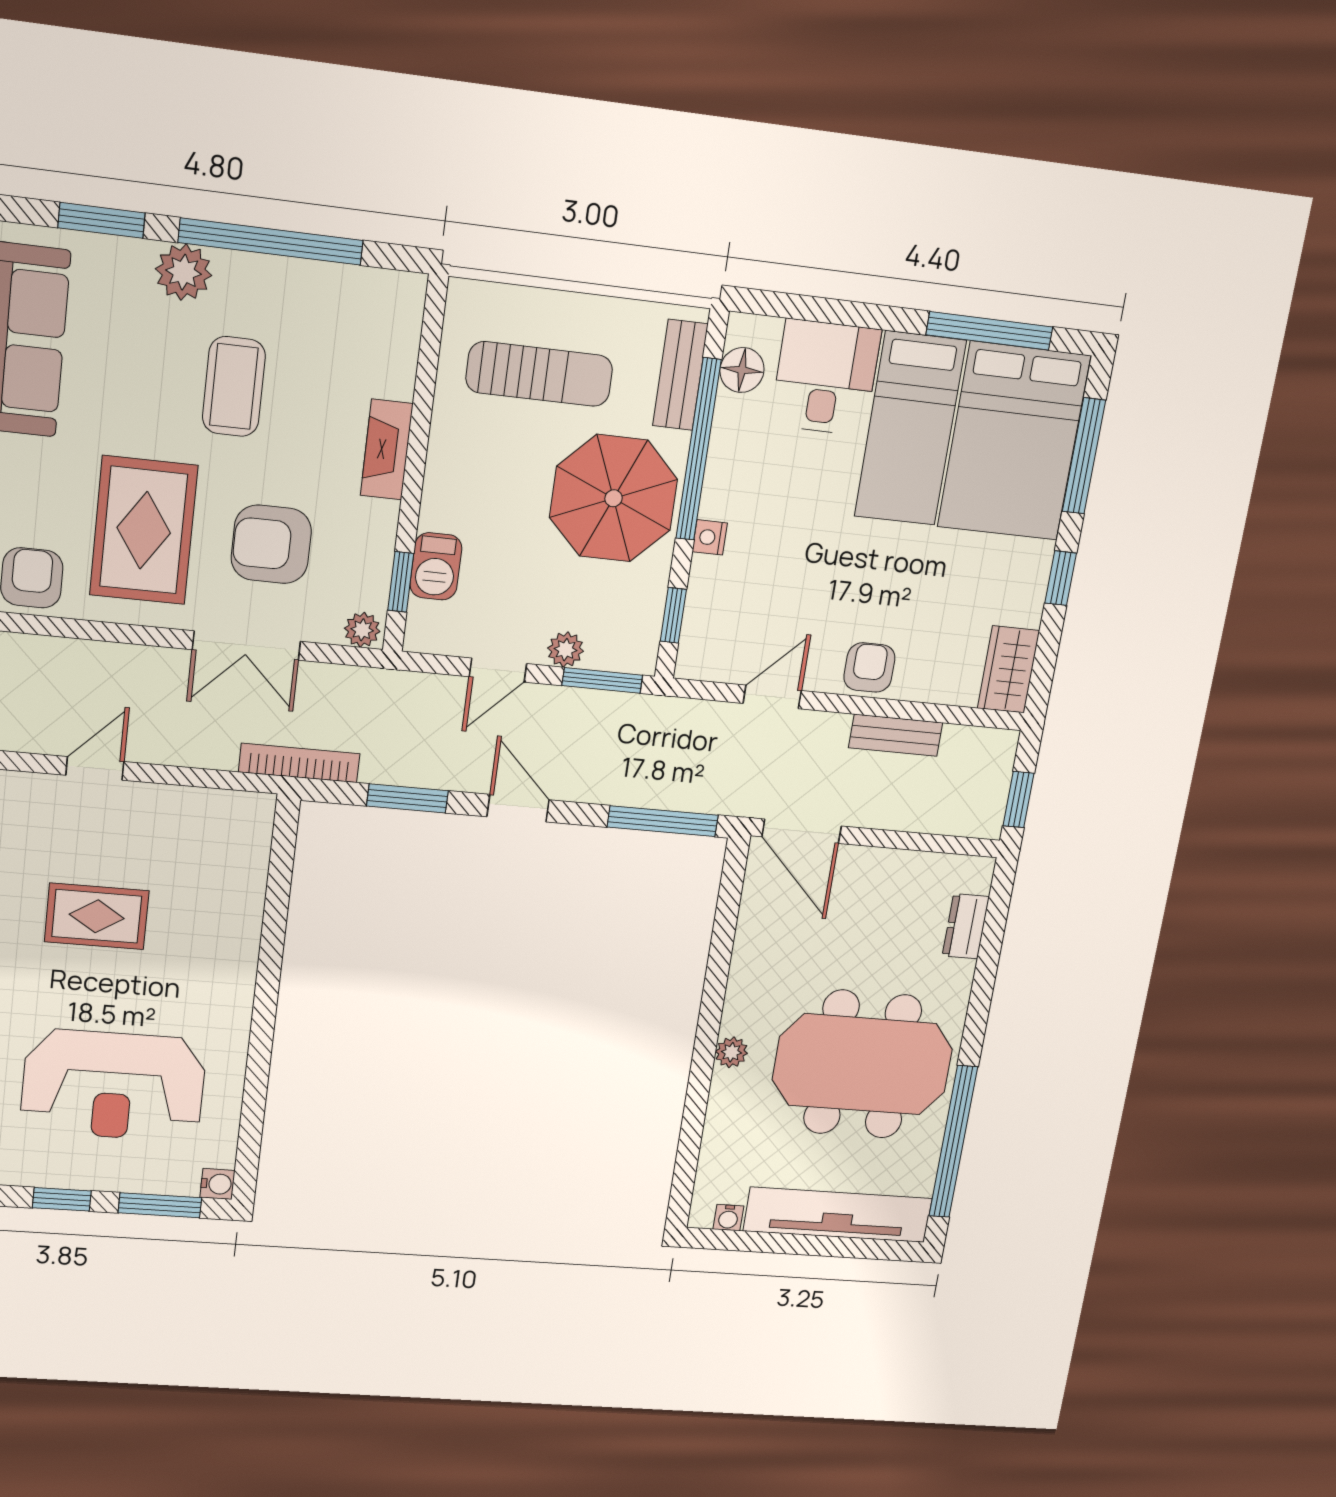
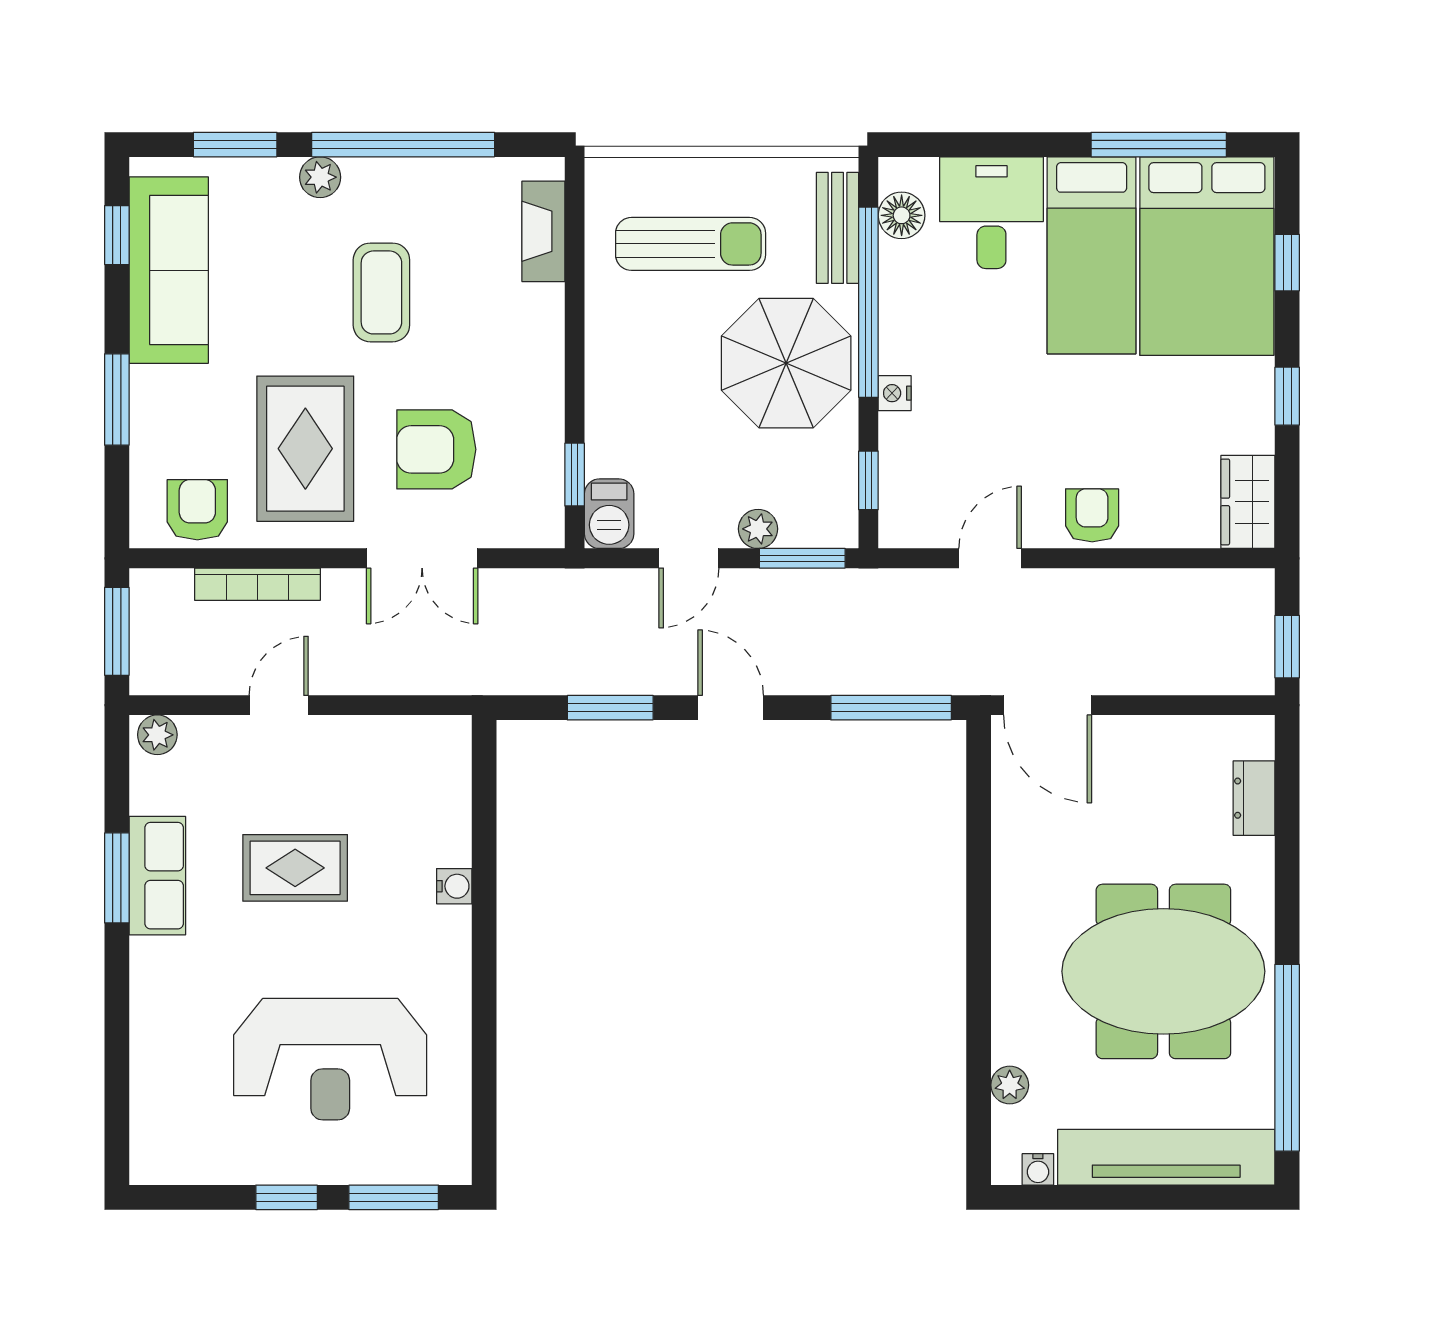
plant: (184, 272) -> (320, 177), width x0.73, depth x0.73
fireplace: (387, 450) -> (543, 231), moved
window: (1084, 456) -> (1287, 263), width x0.46
barbecue: (436, 566) -> (609, 514), moved
plant: (362, 630) -> (540, 529), removed
bench: (896, 735) -> (1134, 587), removed
bookcase: (299, 763) -> (257, 584), moved, turned 180
plant: (731, 1052) -> (1010, 1085), moved
water cooler: (217, 1184) -> (454, 886), moved

